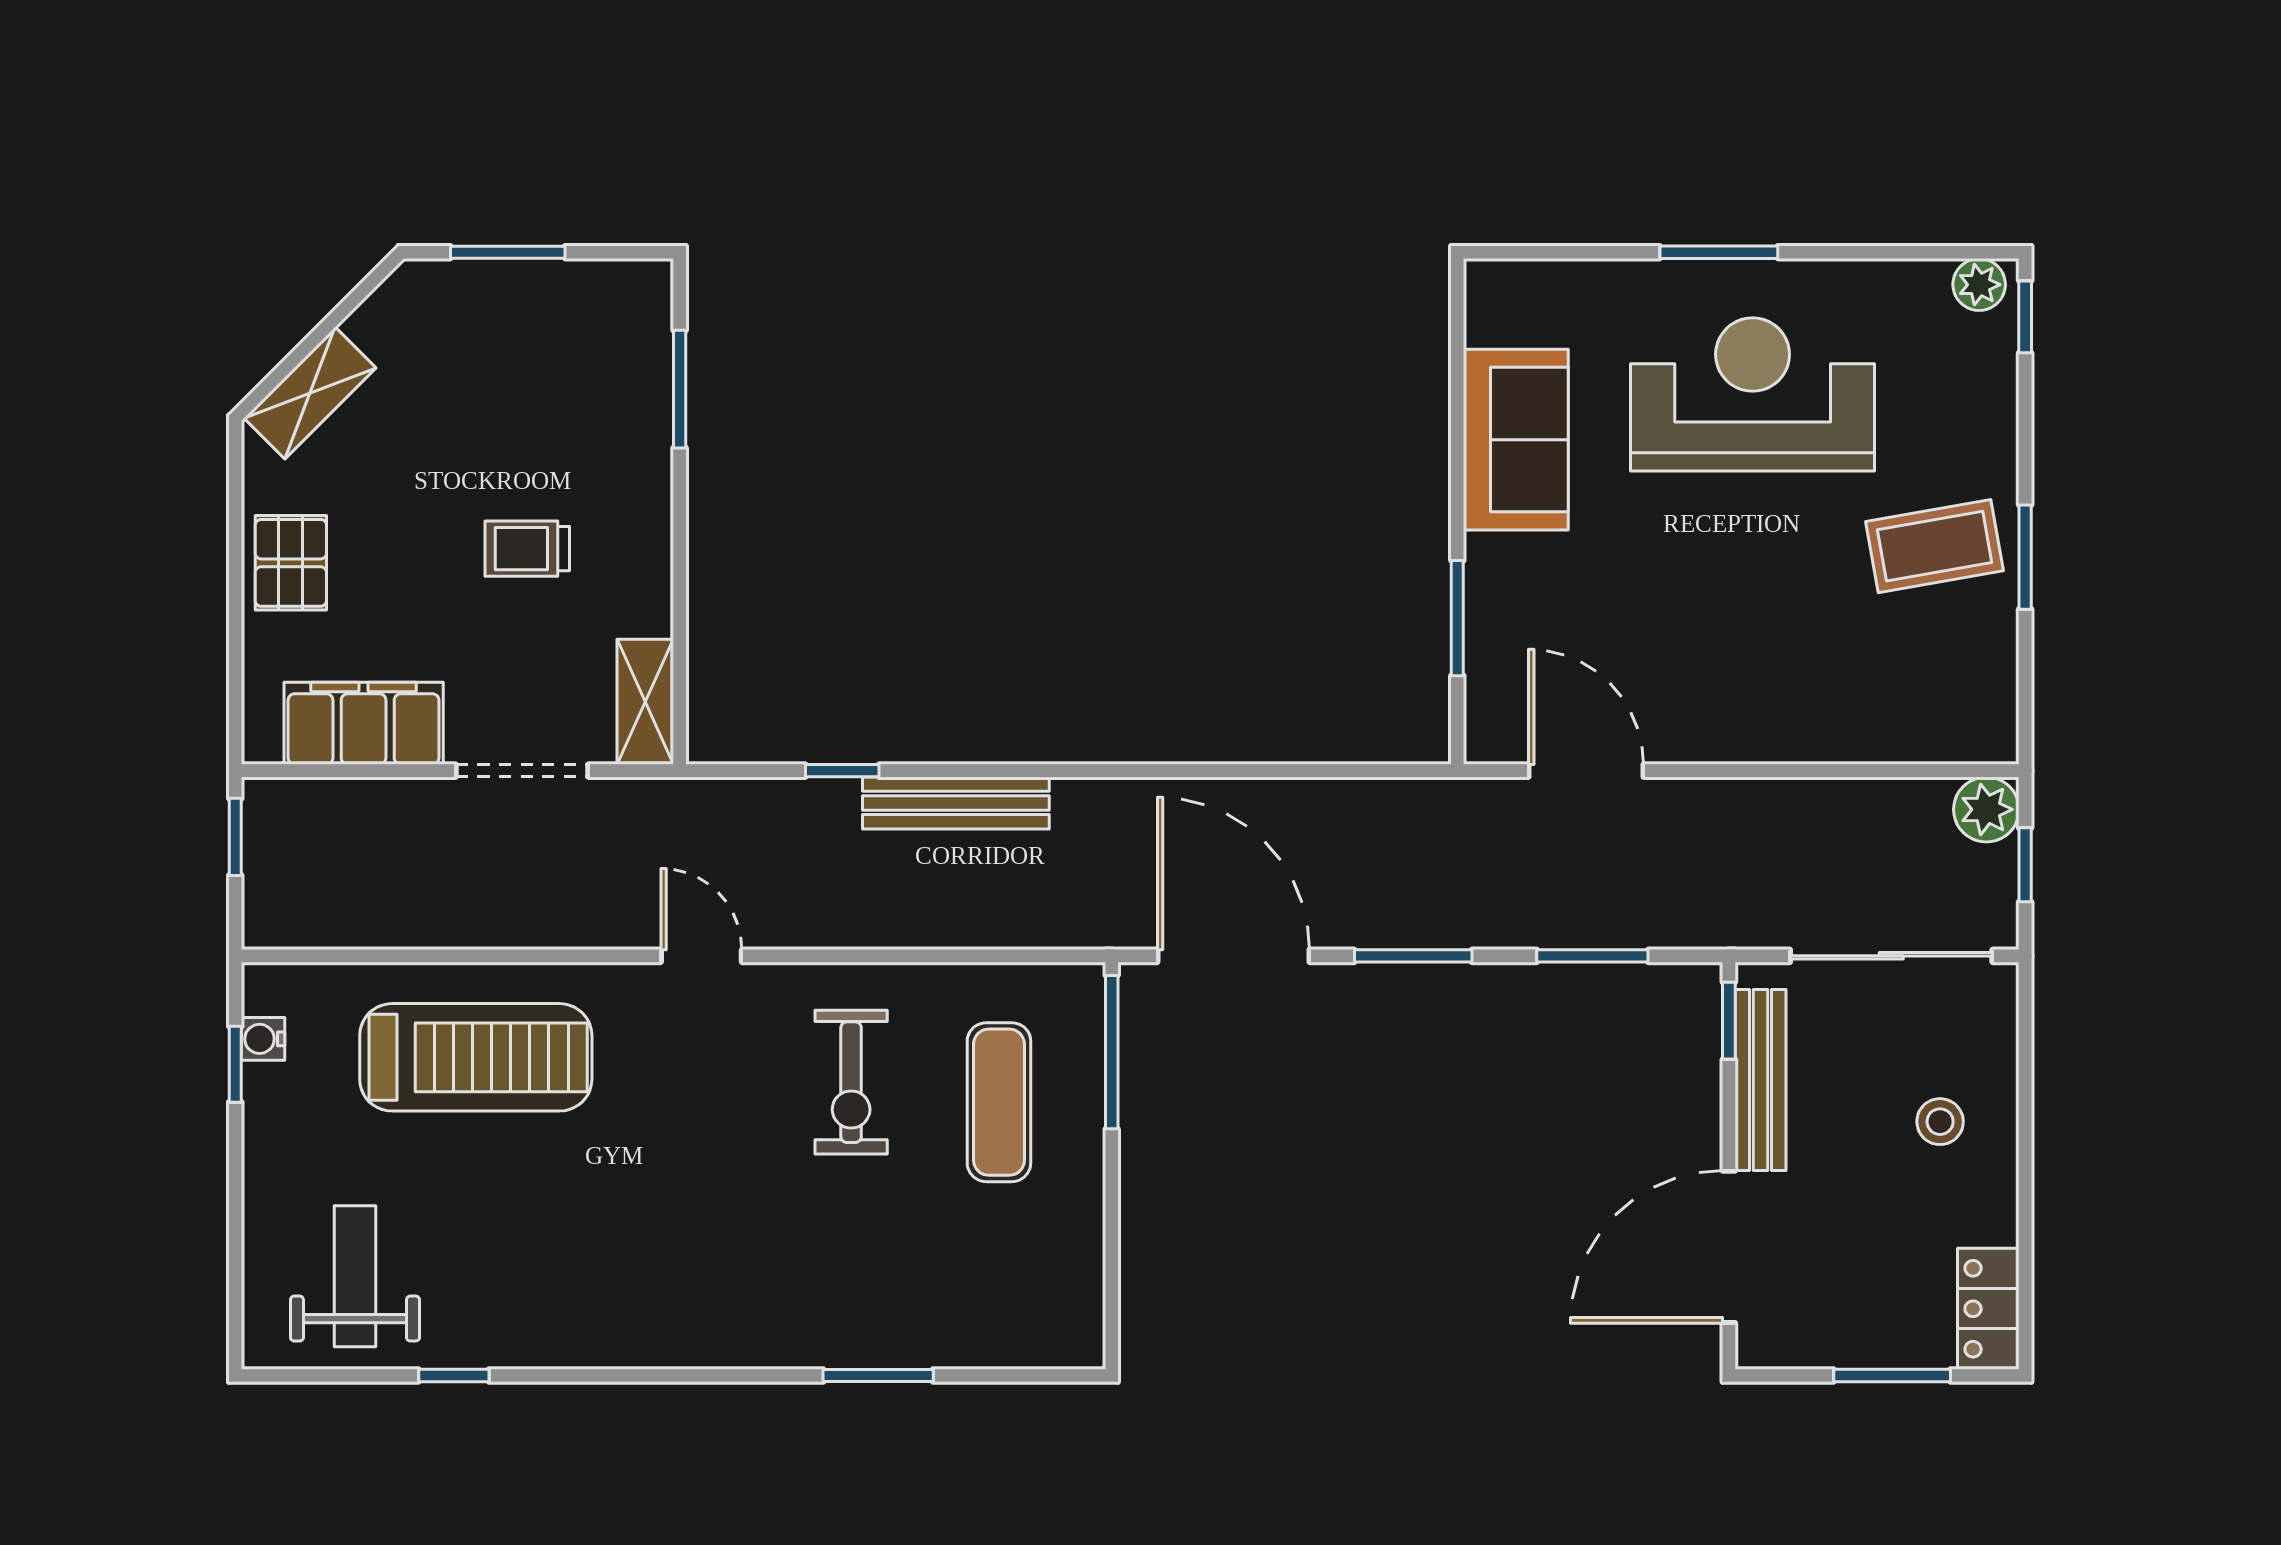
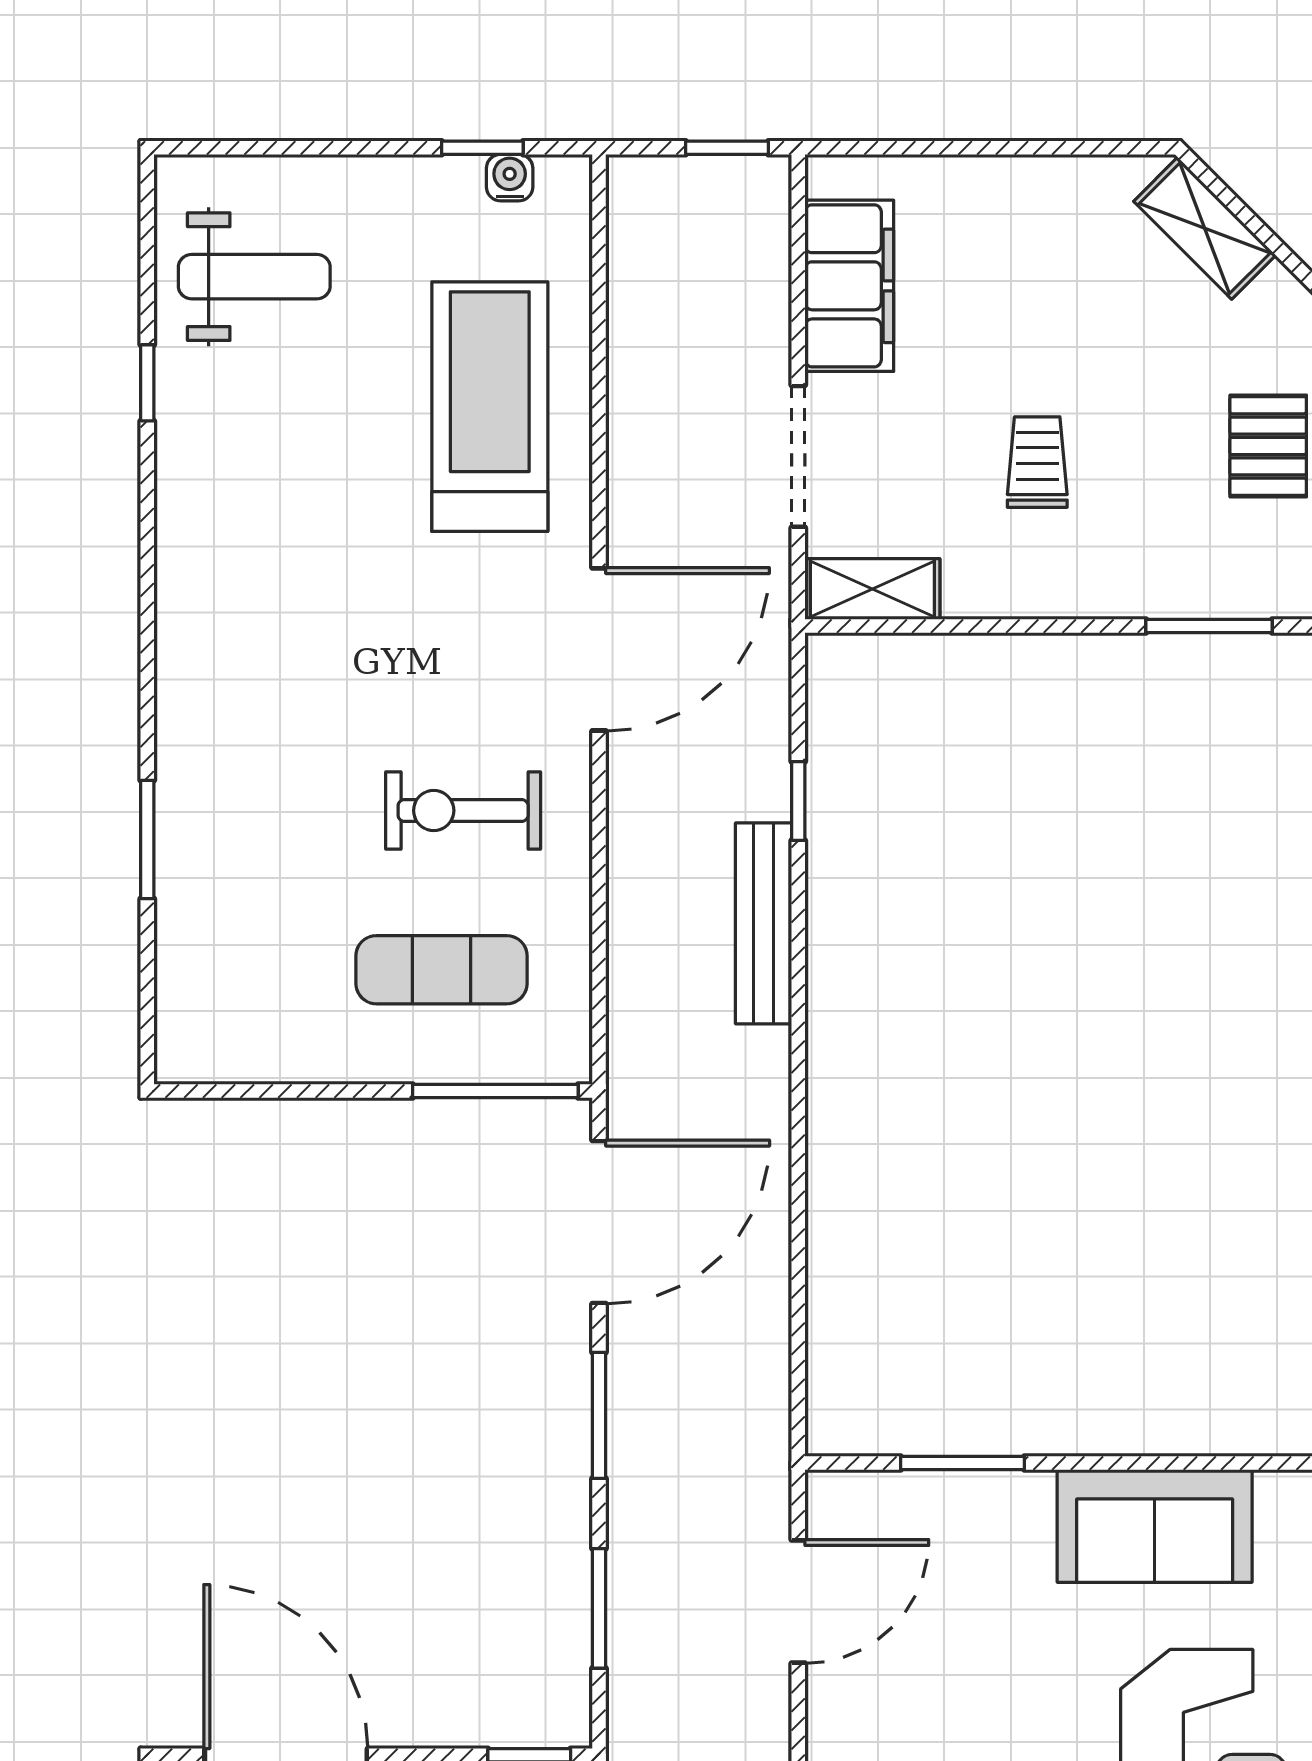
pallet: (291, 563) -> (1268, 446), moved, turned 90
door: (701, 956) -> (599, 649), width x1.87
treadmill: (476, 1057) -> (490, 407), turned 180

